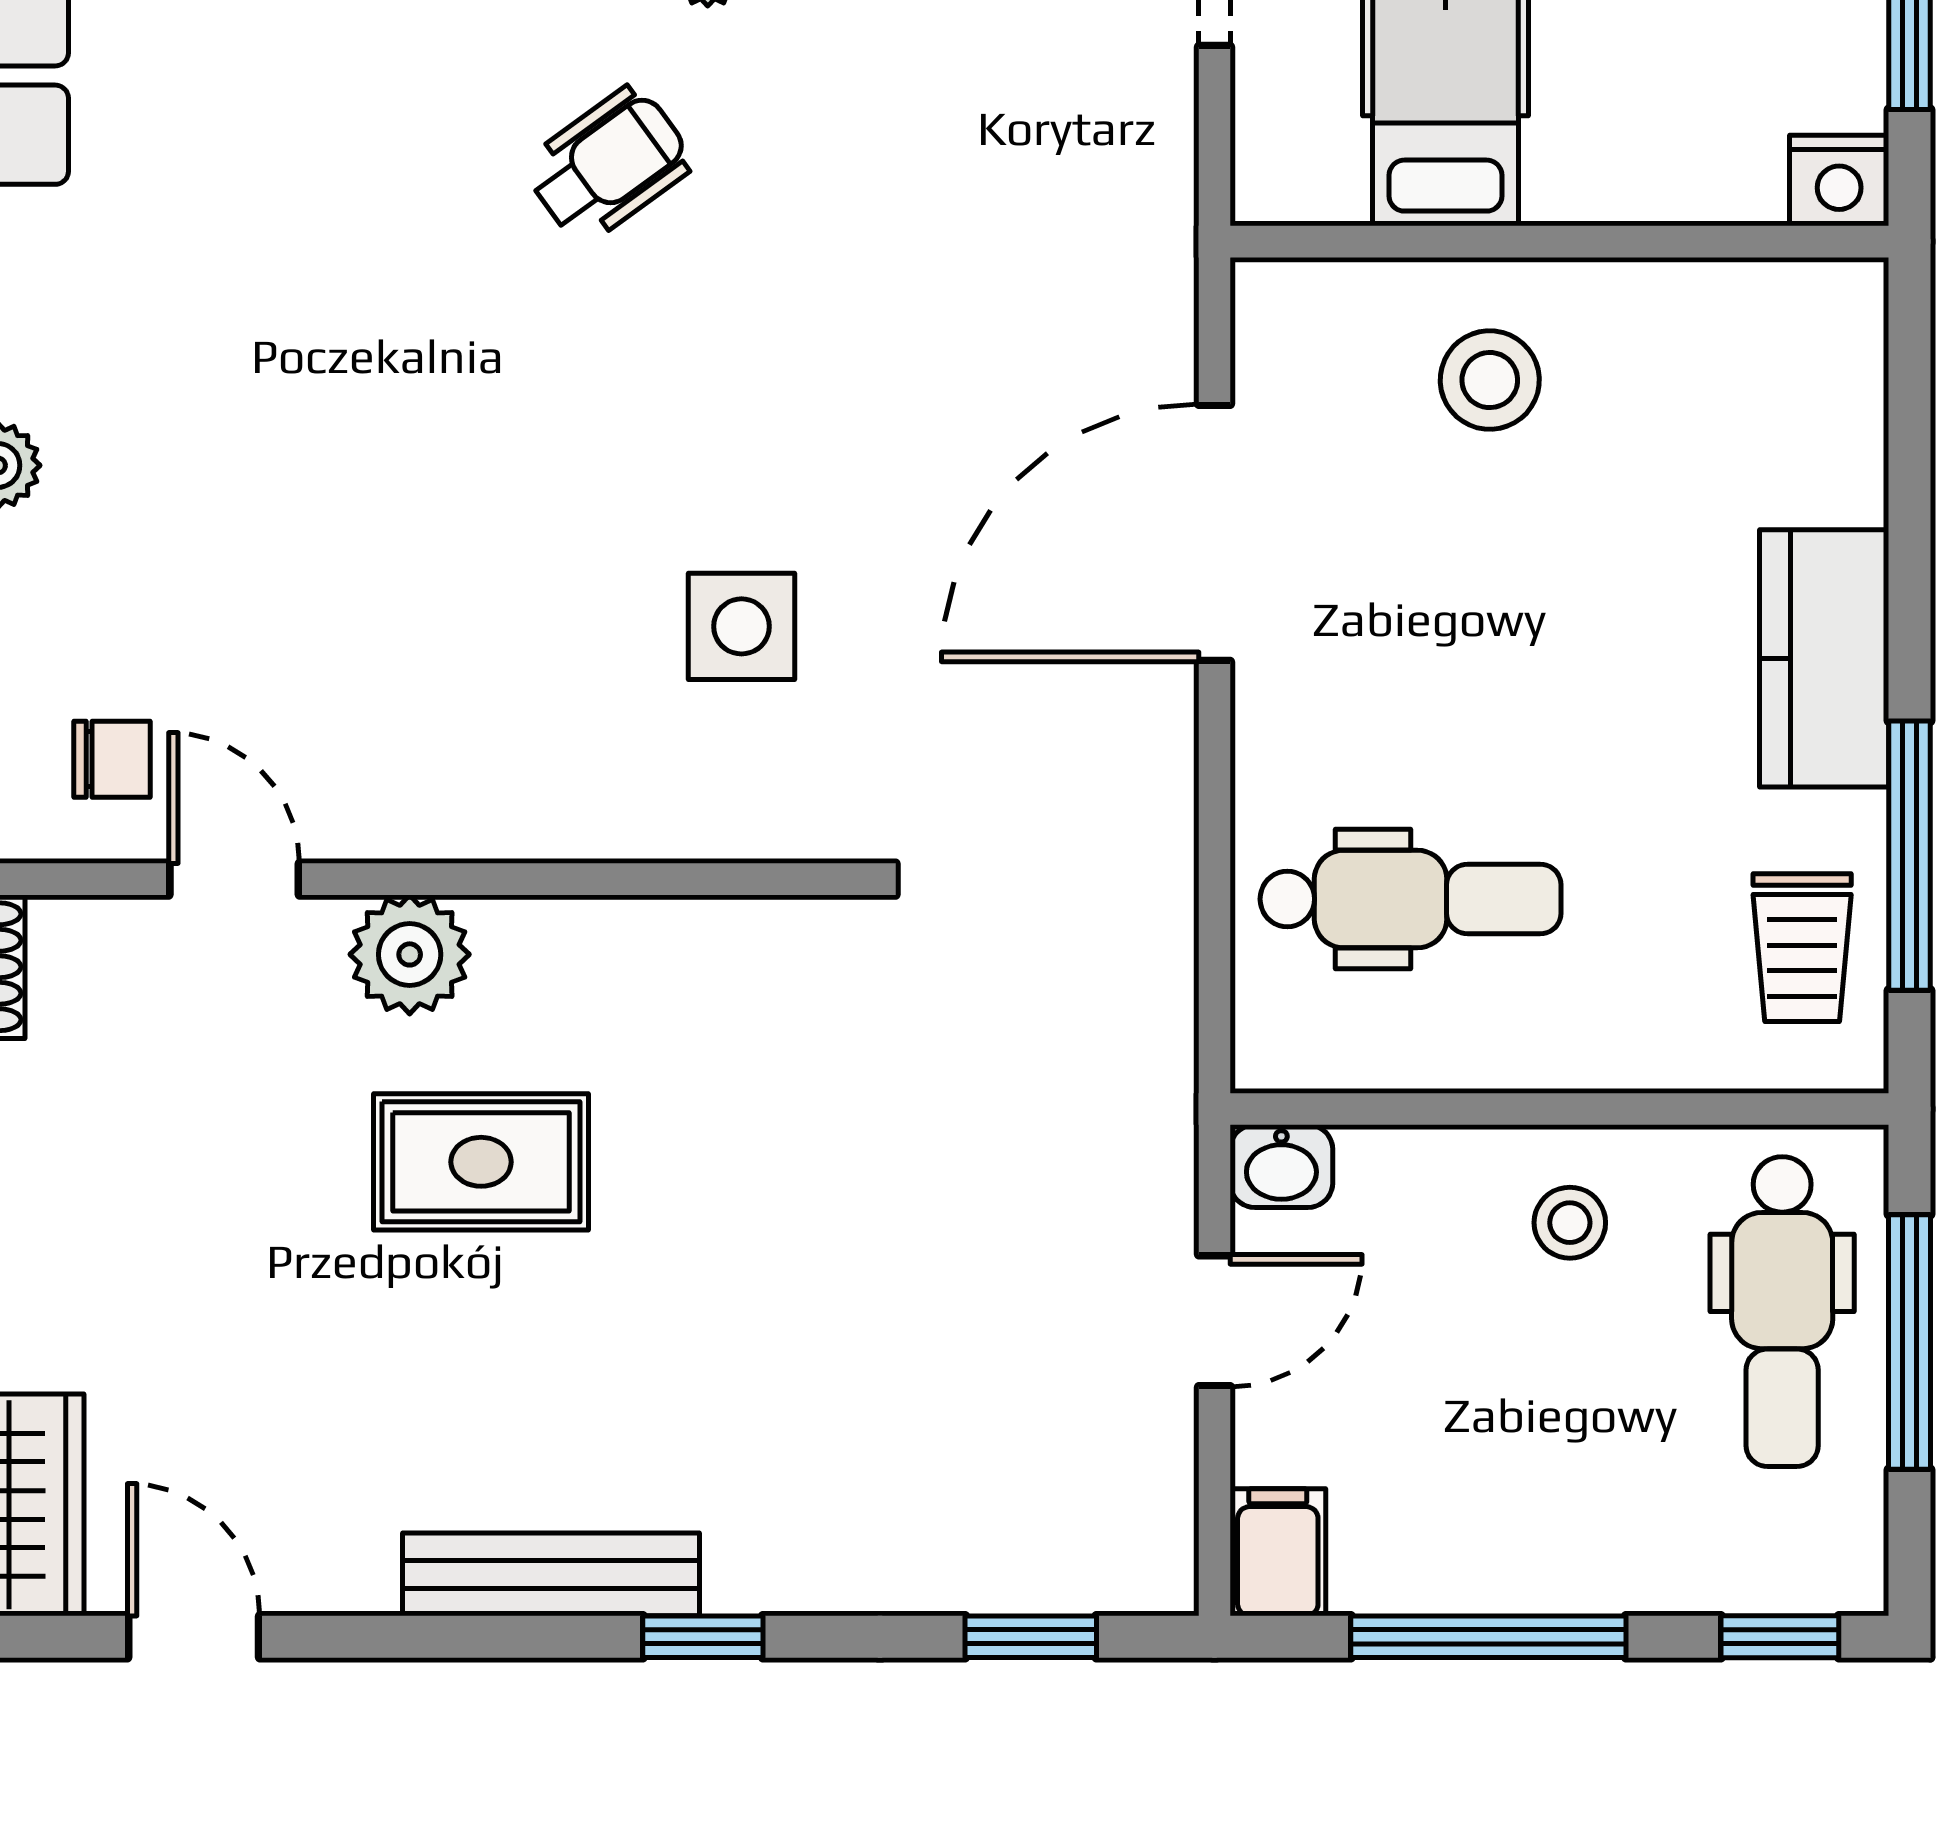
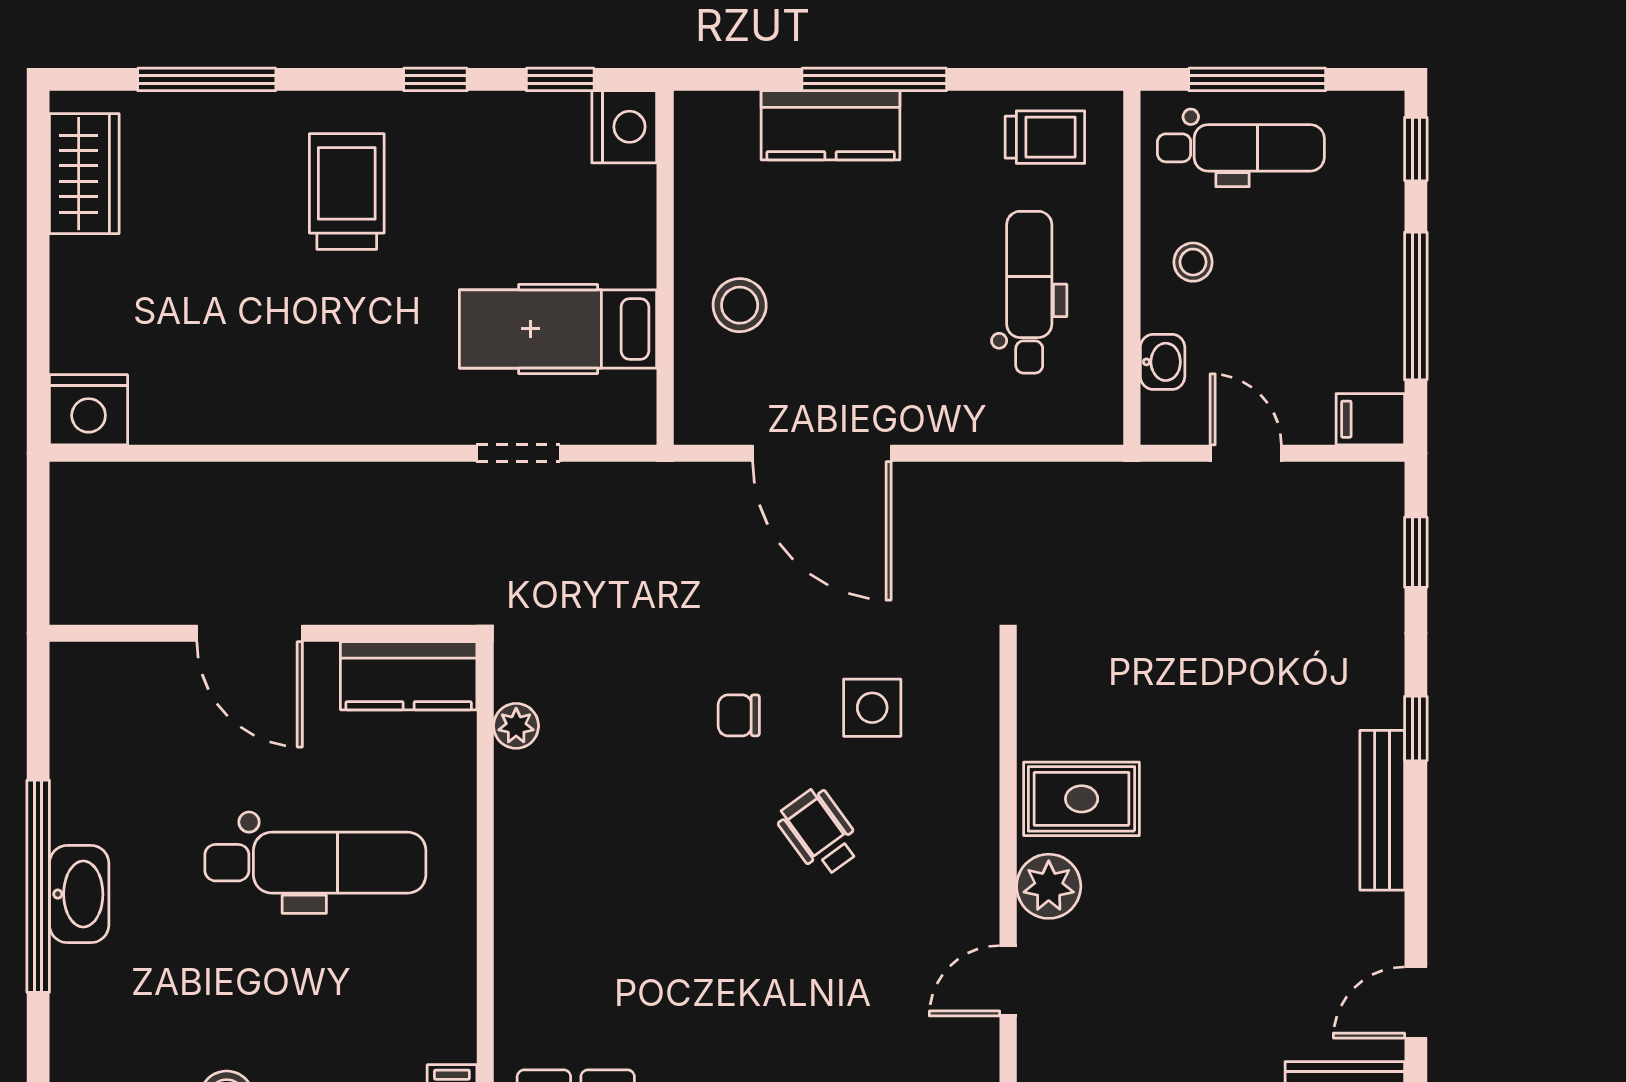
wheelchair: (608, 165) -> (819, 832), moved
nightstand: (1839, 180) -> (624, 127), width x1.36, depth x1.33
kitchen counter: (1824, 658) -> (831, 125), moved
chair: (112, 759) -> (739, 715), moved, turned -90
window: (1909, 856) -> (874, 79), moved
dental chair: (1411, 899) -> (1029, 292), moved
rug: (481, 1162) -> (1082, 799), moved, turned 90
washbasin: (1281, 1166) -> (1163, 362), moved

